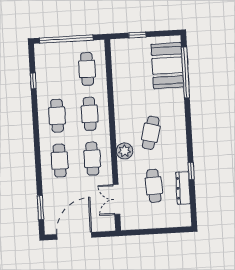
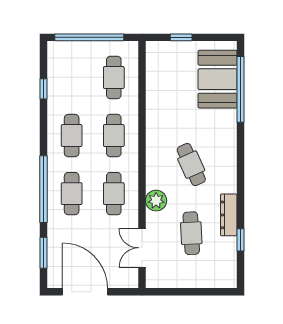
cafe table: (151, 133) -> (191, 165), turned -39
plant: (125, 151) -> (156, 201), moved
window: (38, 158) -> (43, 189), added
window: (191, 171) -> (241, 240), moved
dresser: (183, 188) -> (229, 215), moved
door: (74, 236) -> (85, 292), hinge flipped

